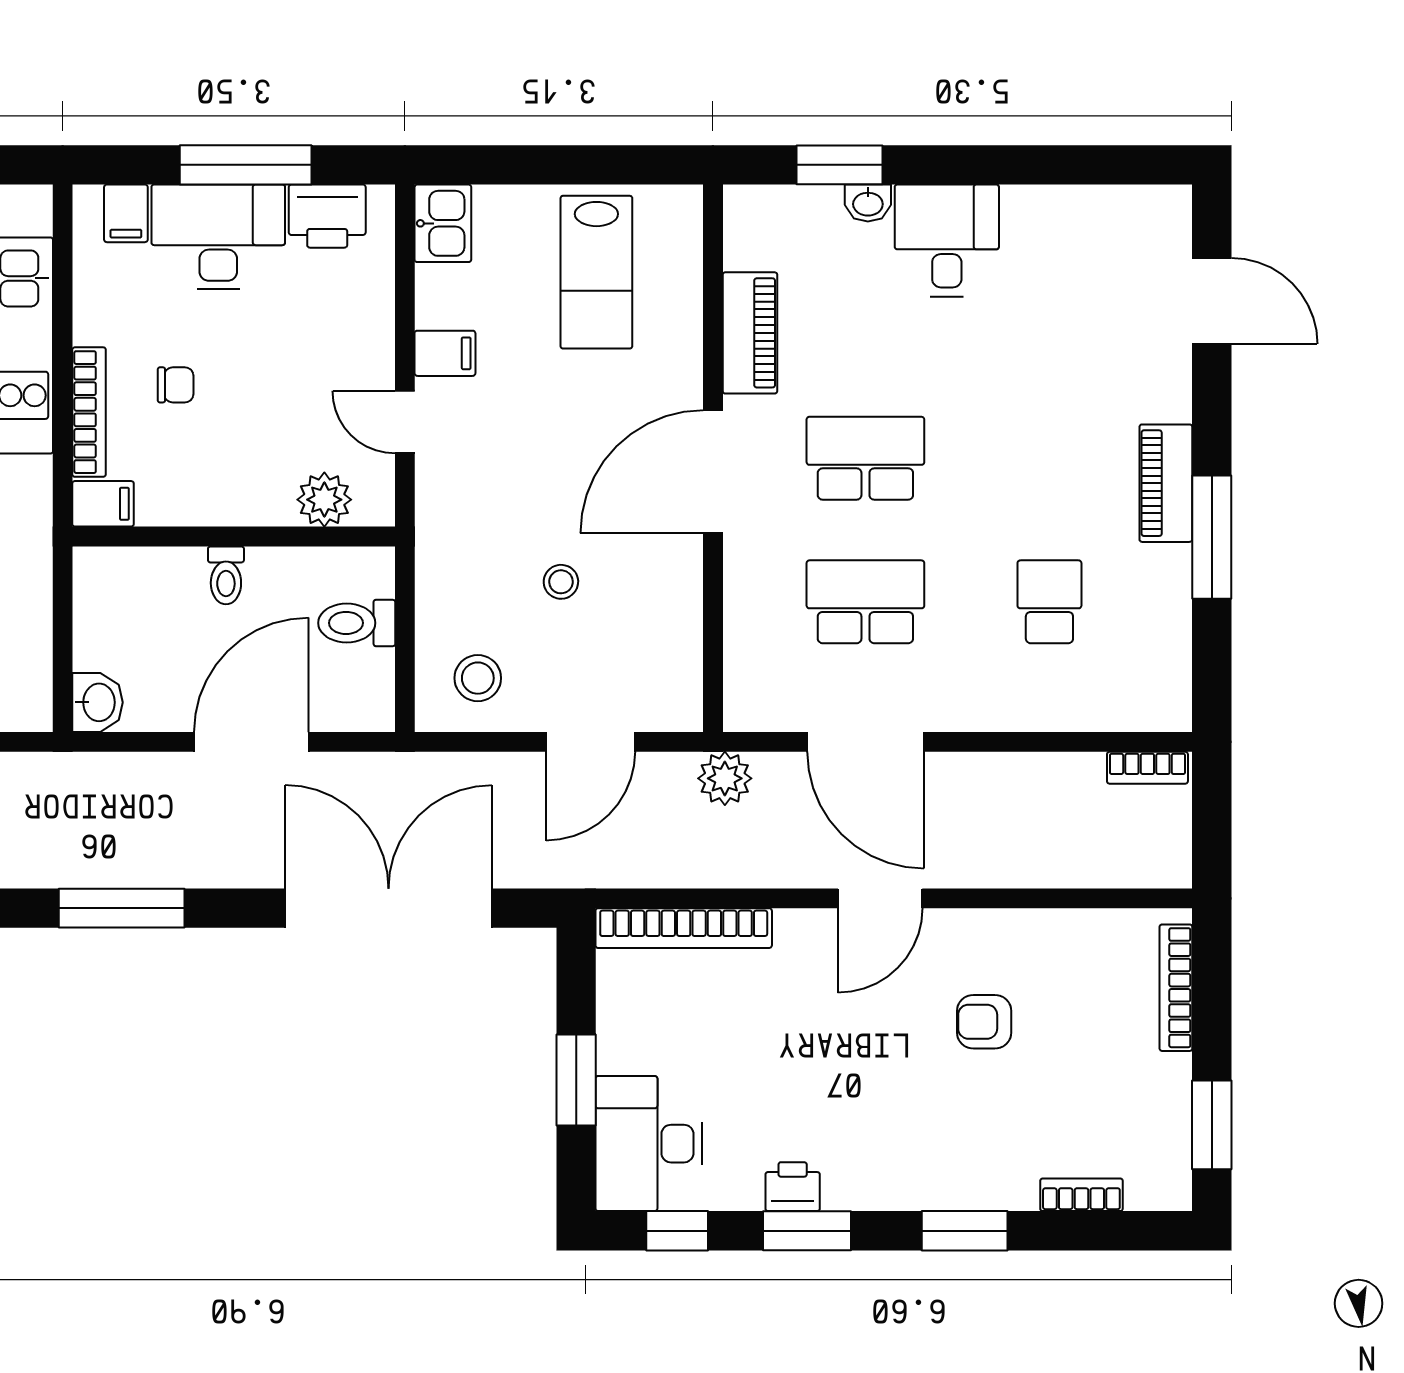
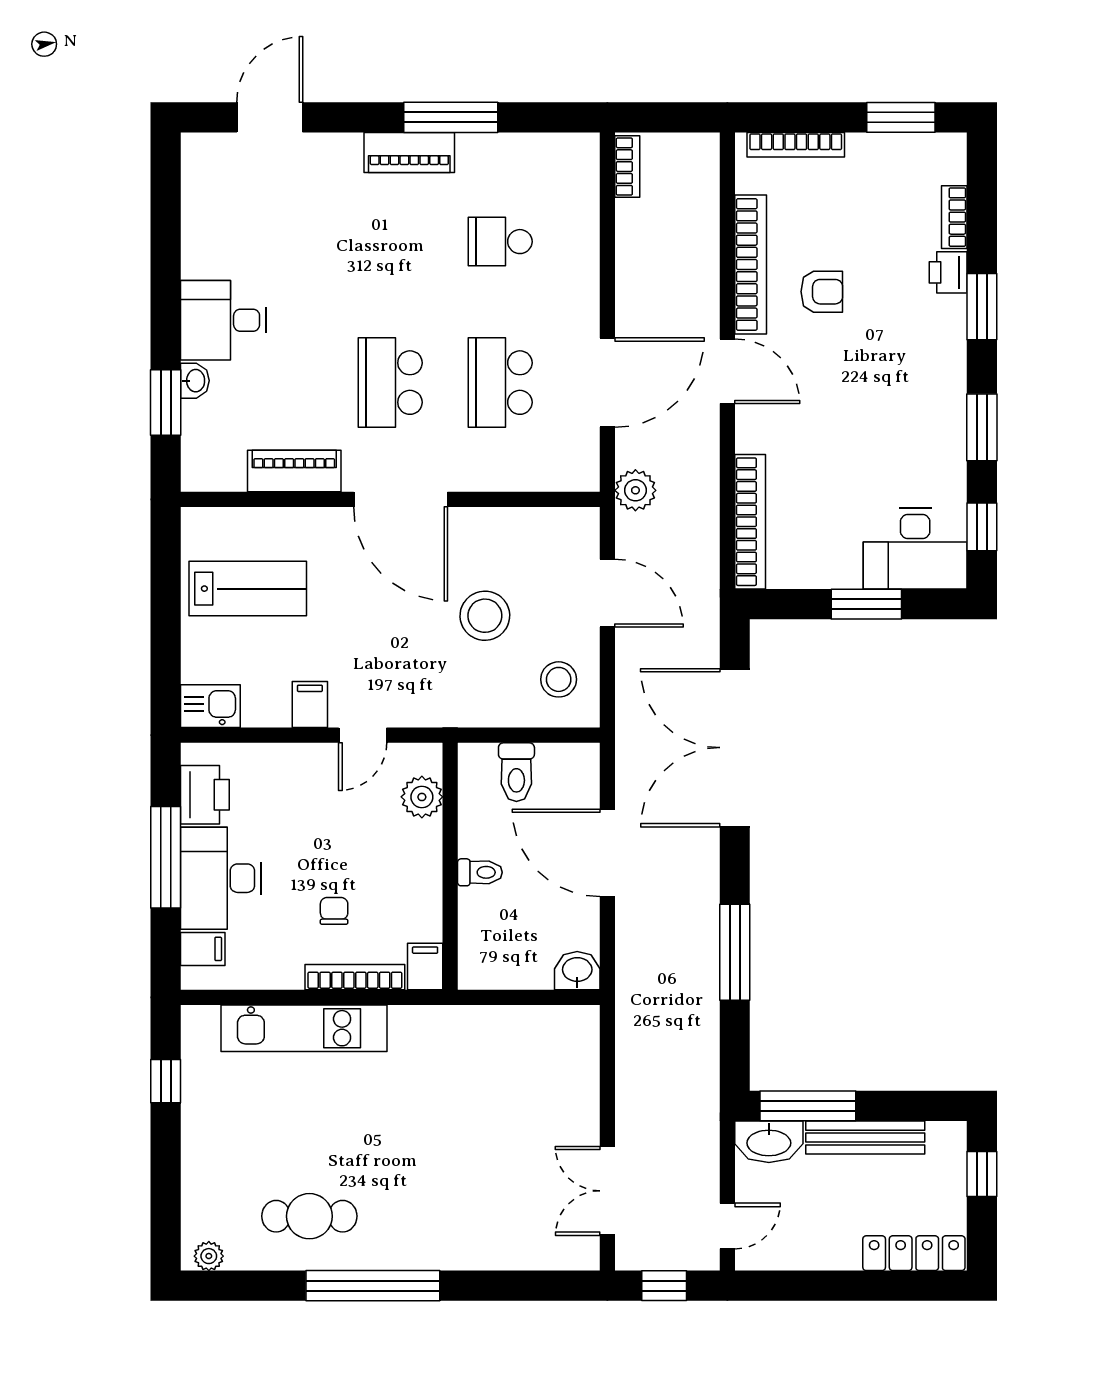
stool: (561, 582) -> (485, 616), width x1.89, depth x1.89
bookcase: (1020, 929) -> (751, 264), added
armchair: (984, 1022) -> (822, 292), turned -90
printer: (793, 1187) -> (948, 272), moved

